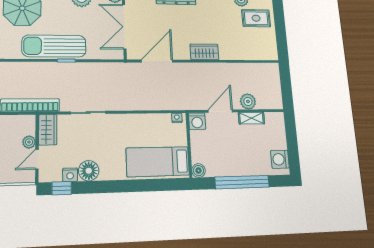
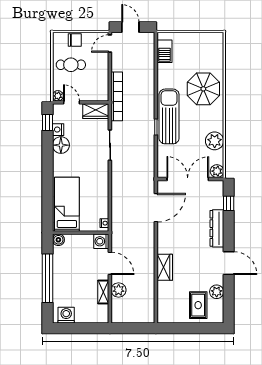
wardrobe: (204, 52) -> (165, 267), moved
door: (157, 61) -> (156, 208), hinge flipped
plant: (29, 142) -> (58, 96), moved

